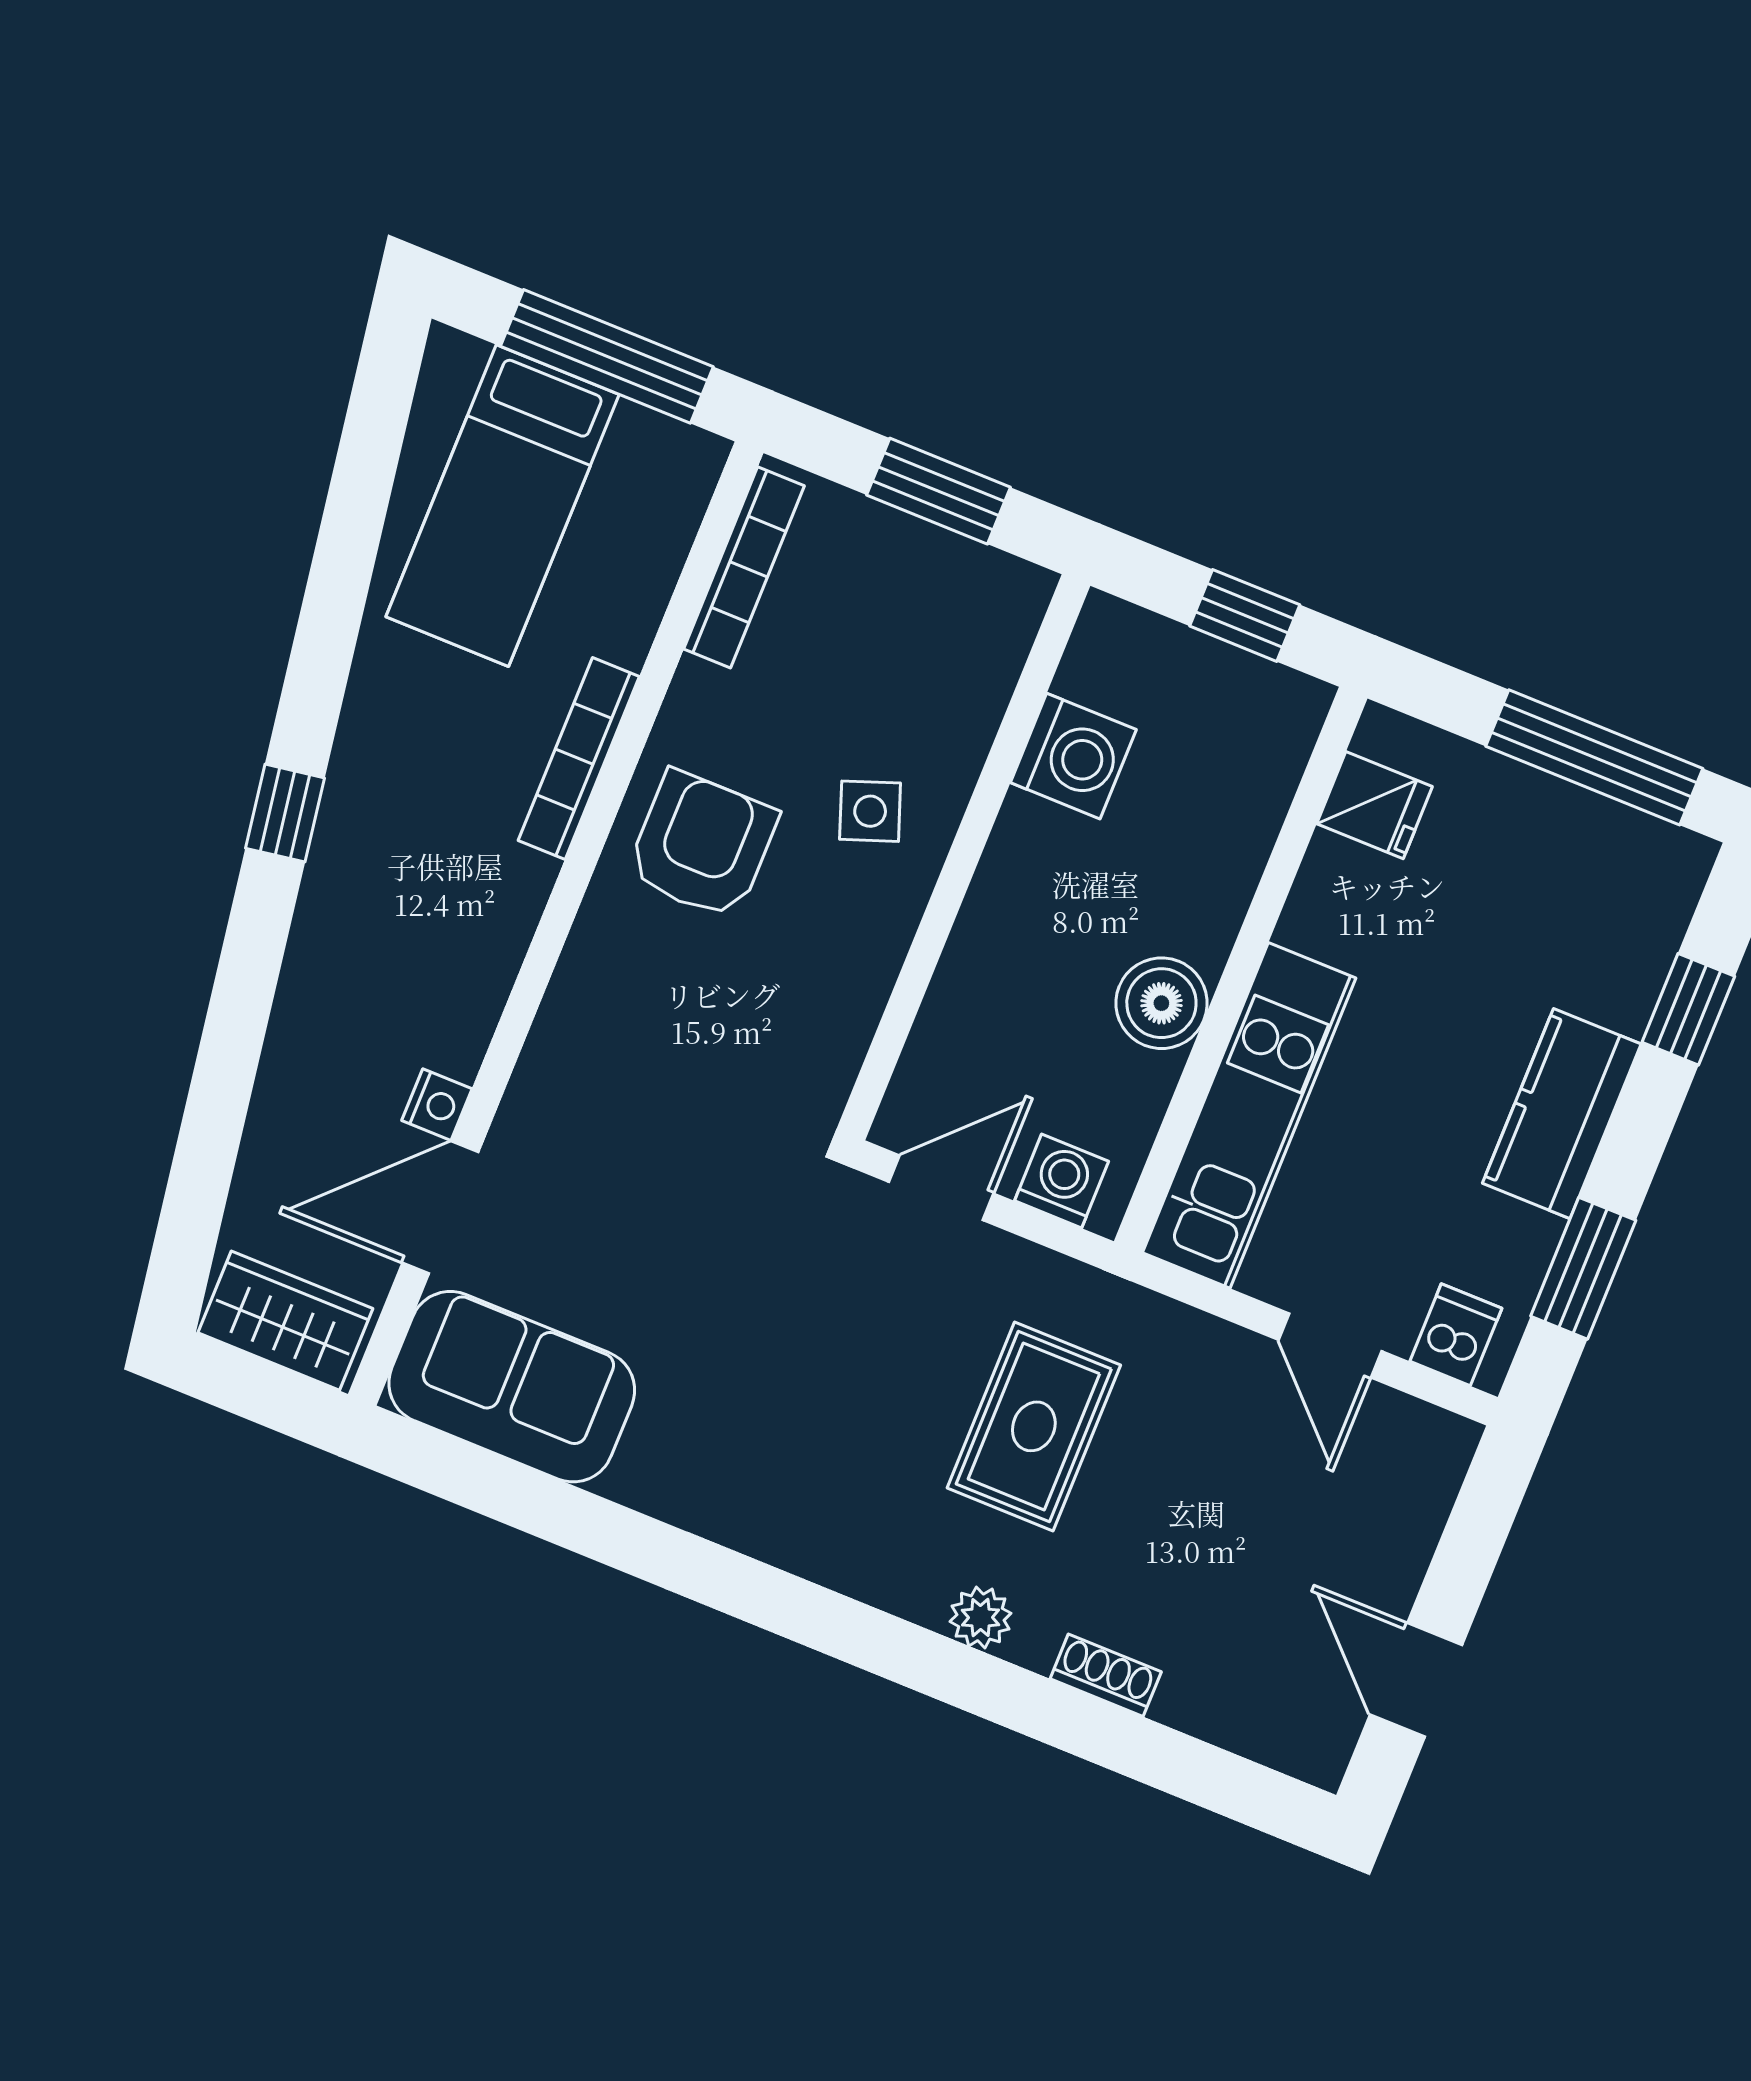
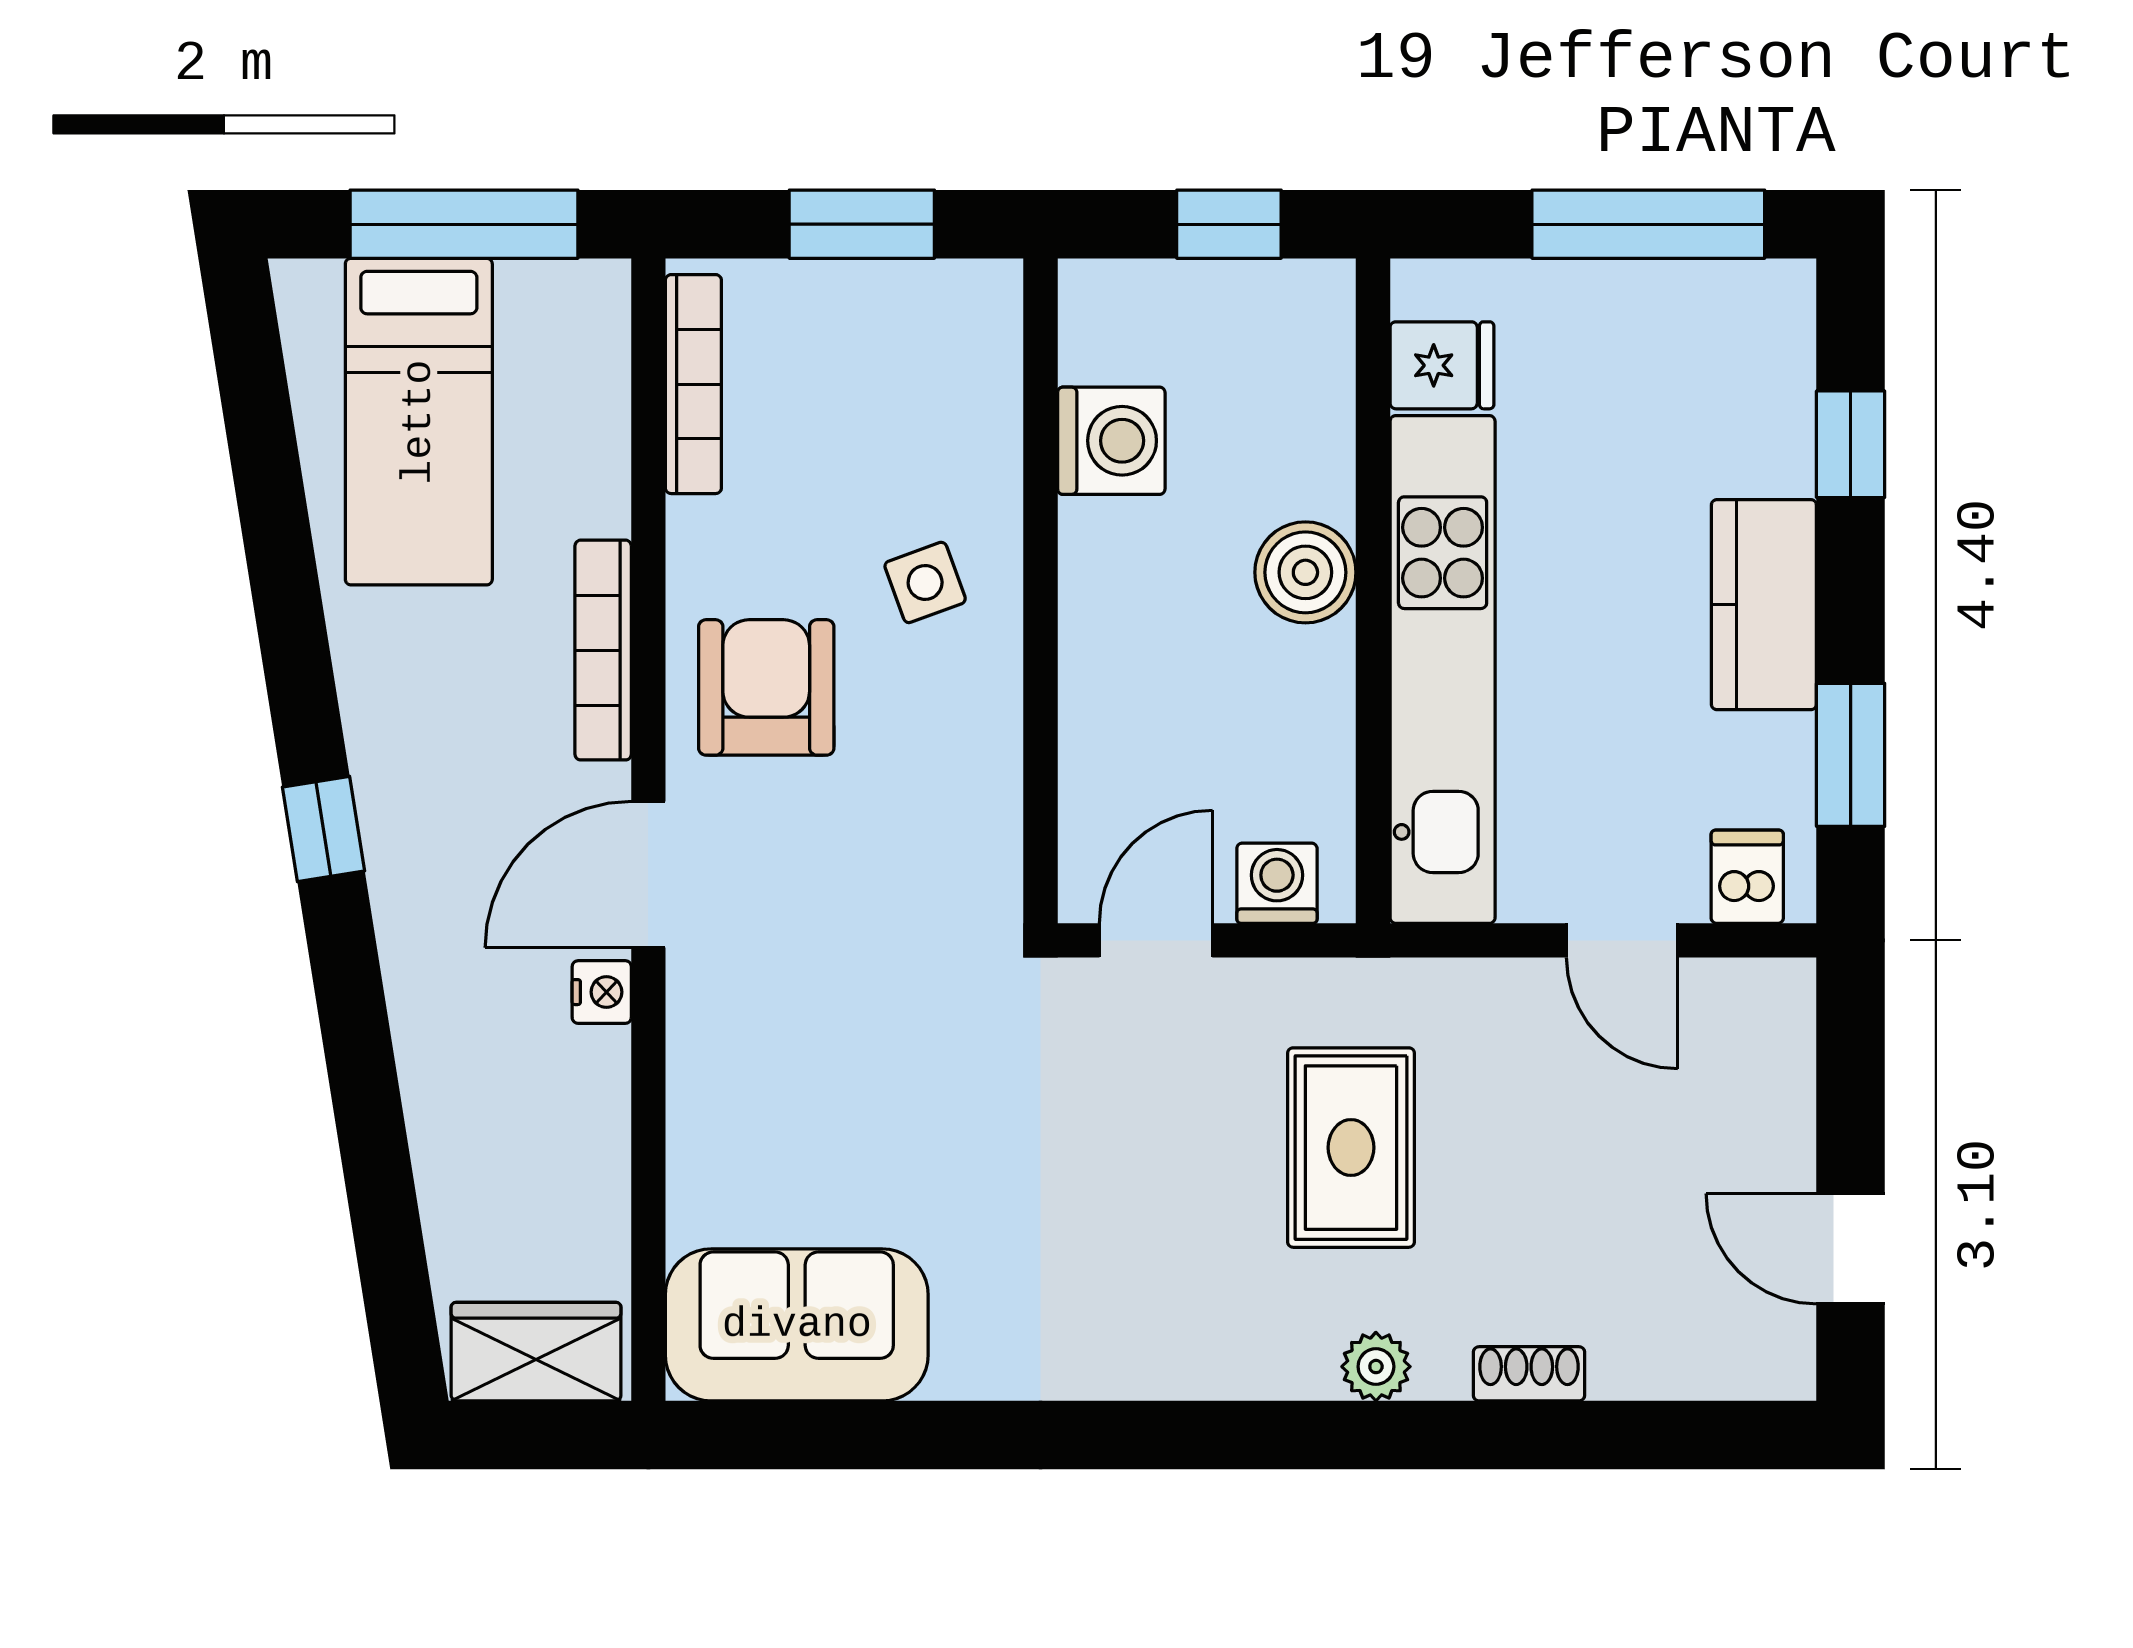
boiler: (1161, 1003) -> (1305, 572), moved
nightstand: (437, 1105) -> (602, 992), moved
kitchen unit: (1249, 1115) -> (1443, 669), width x1.36
door: (440, 1207) -> (648, 874), moved

